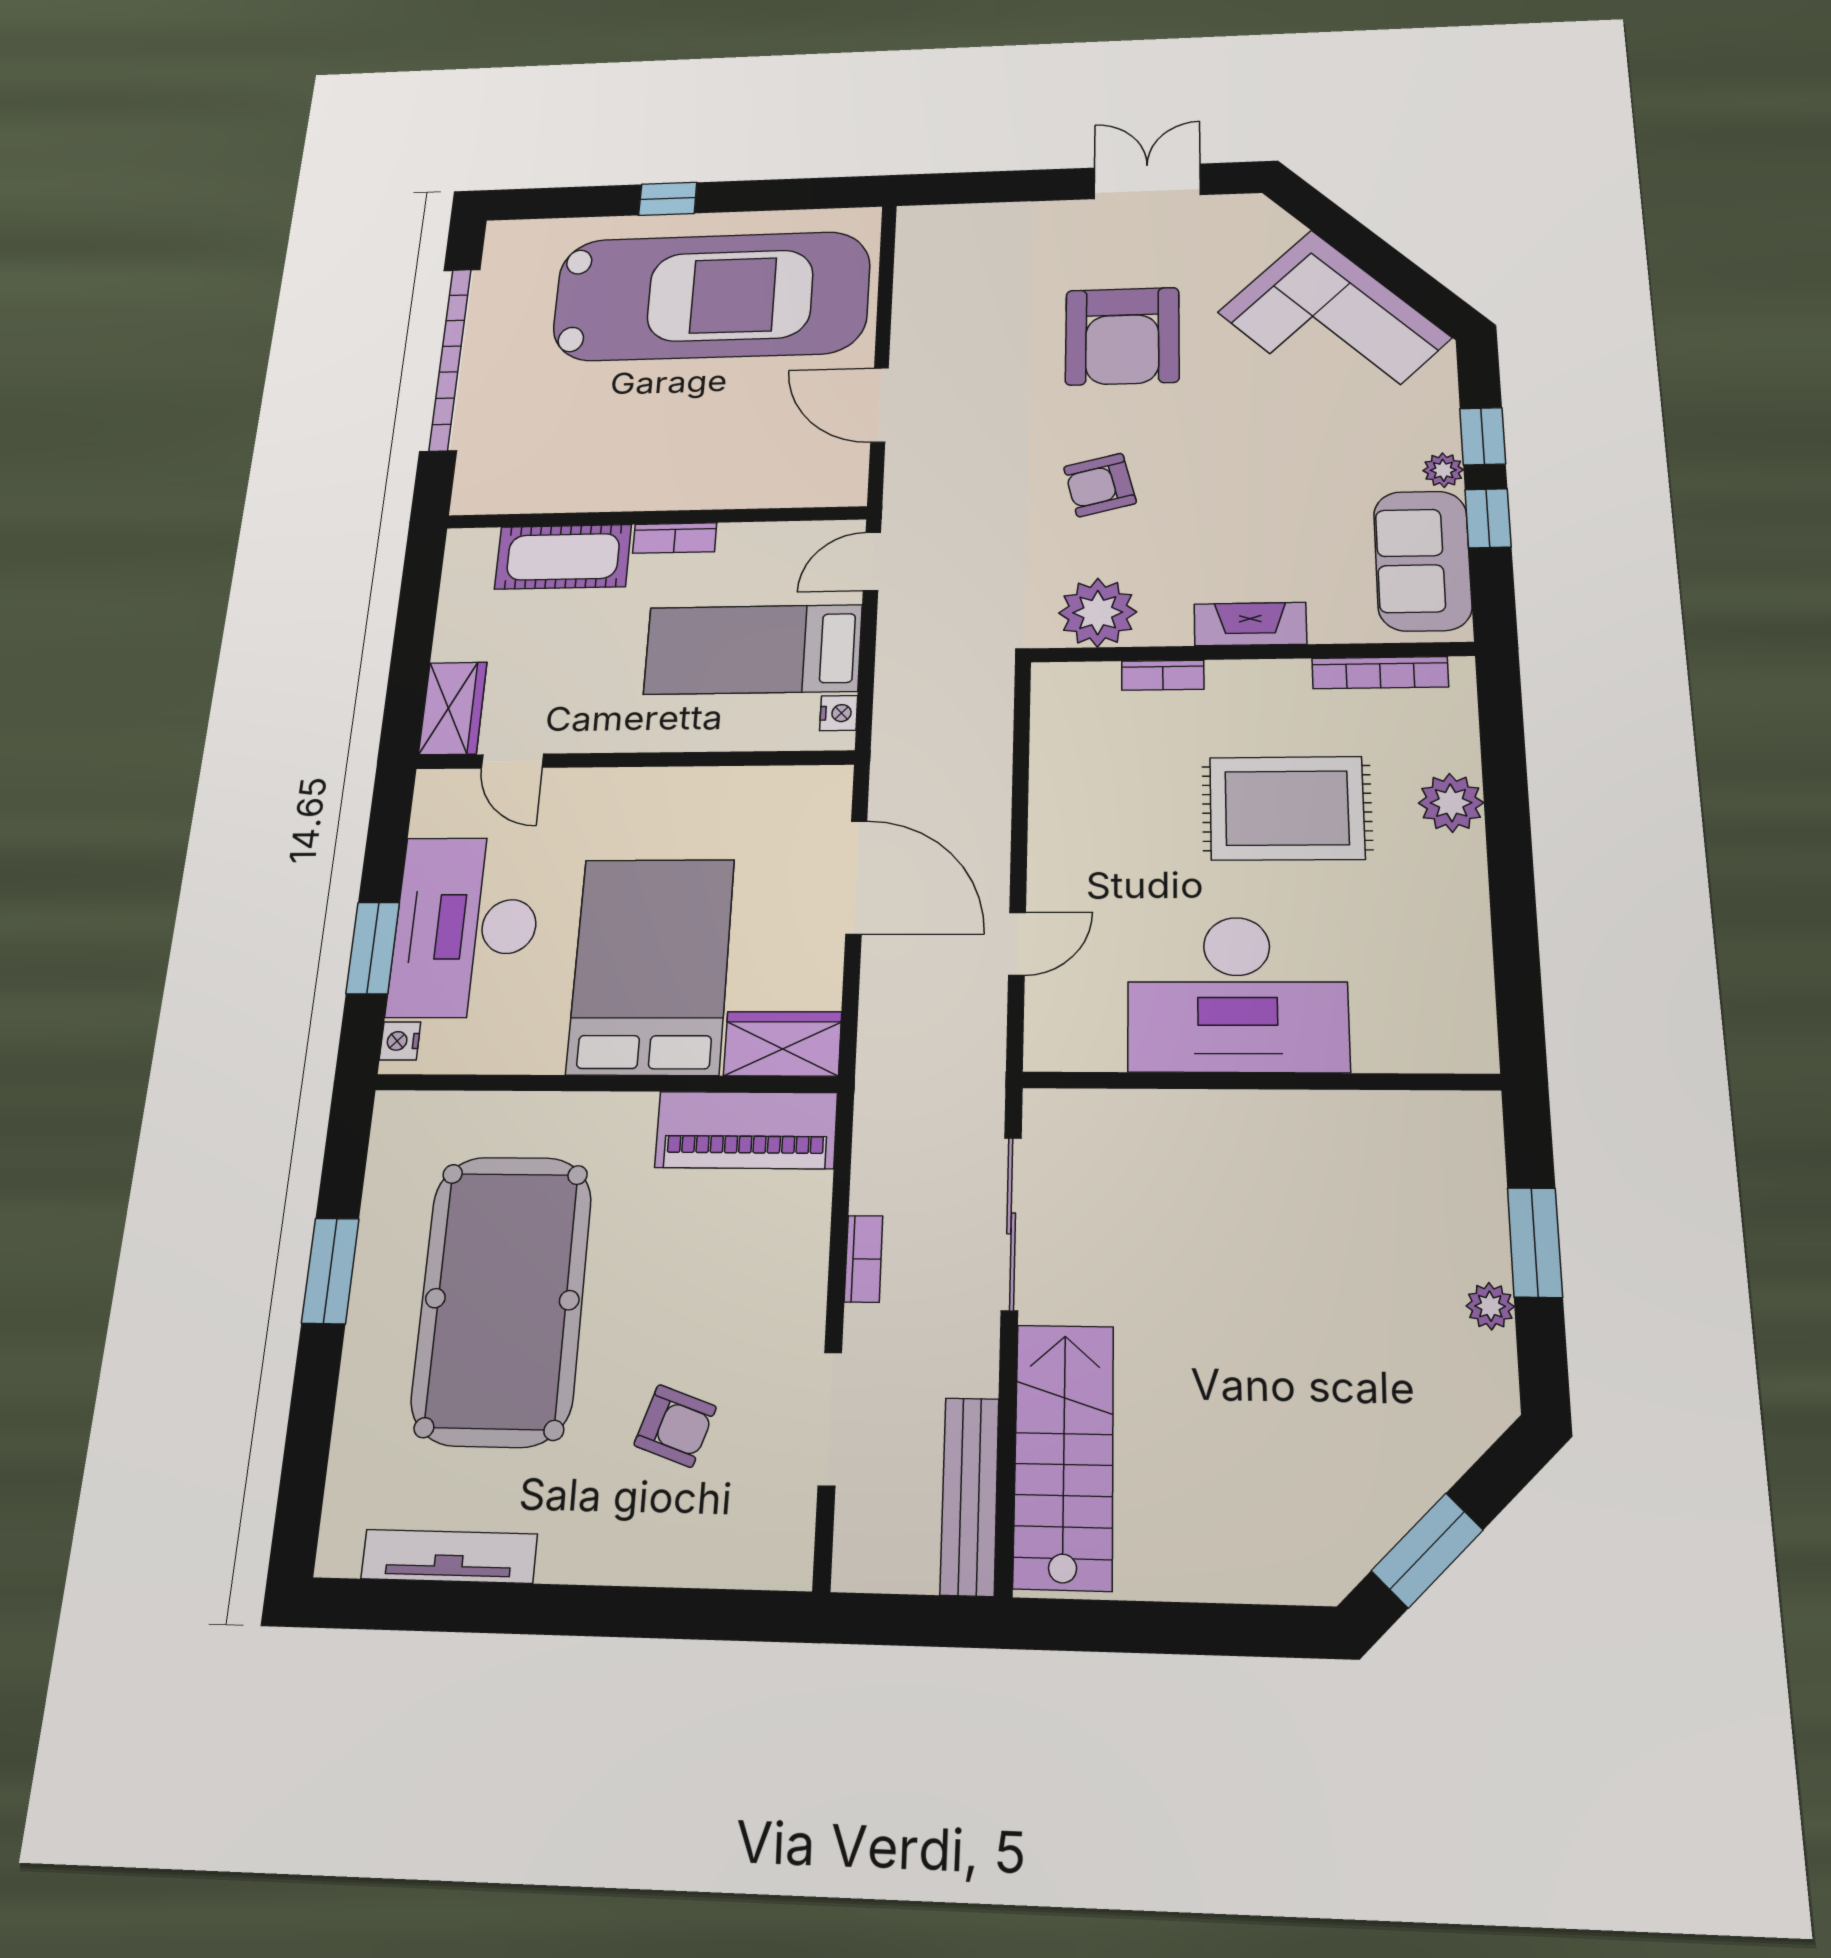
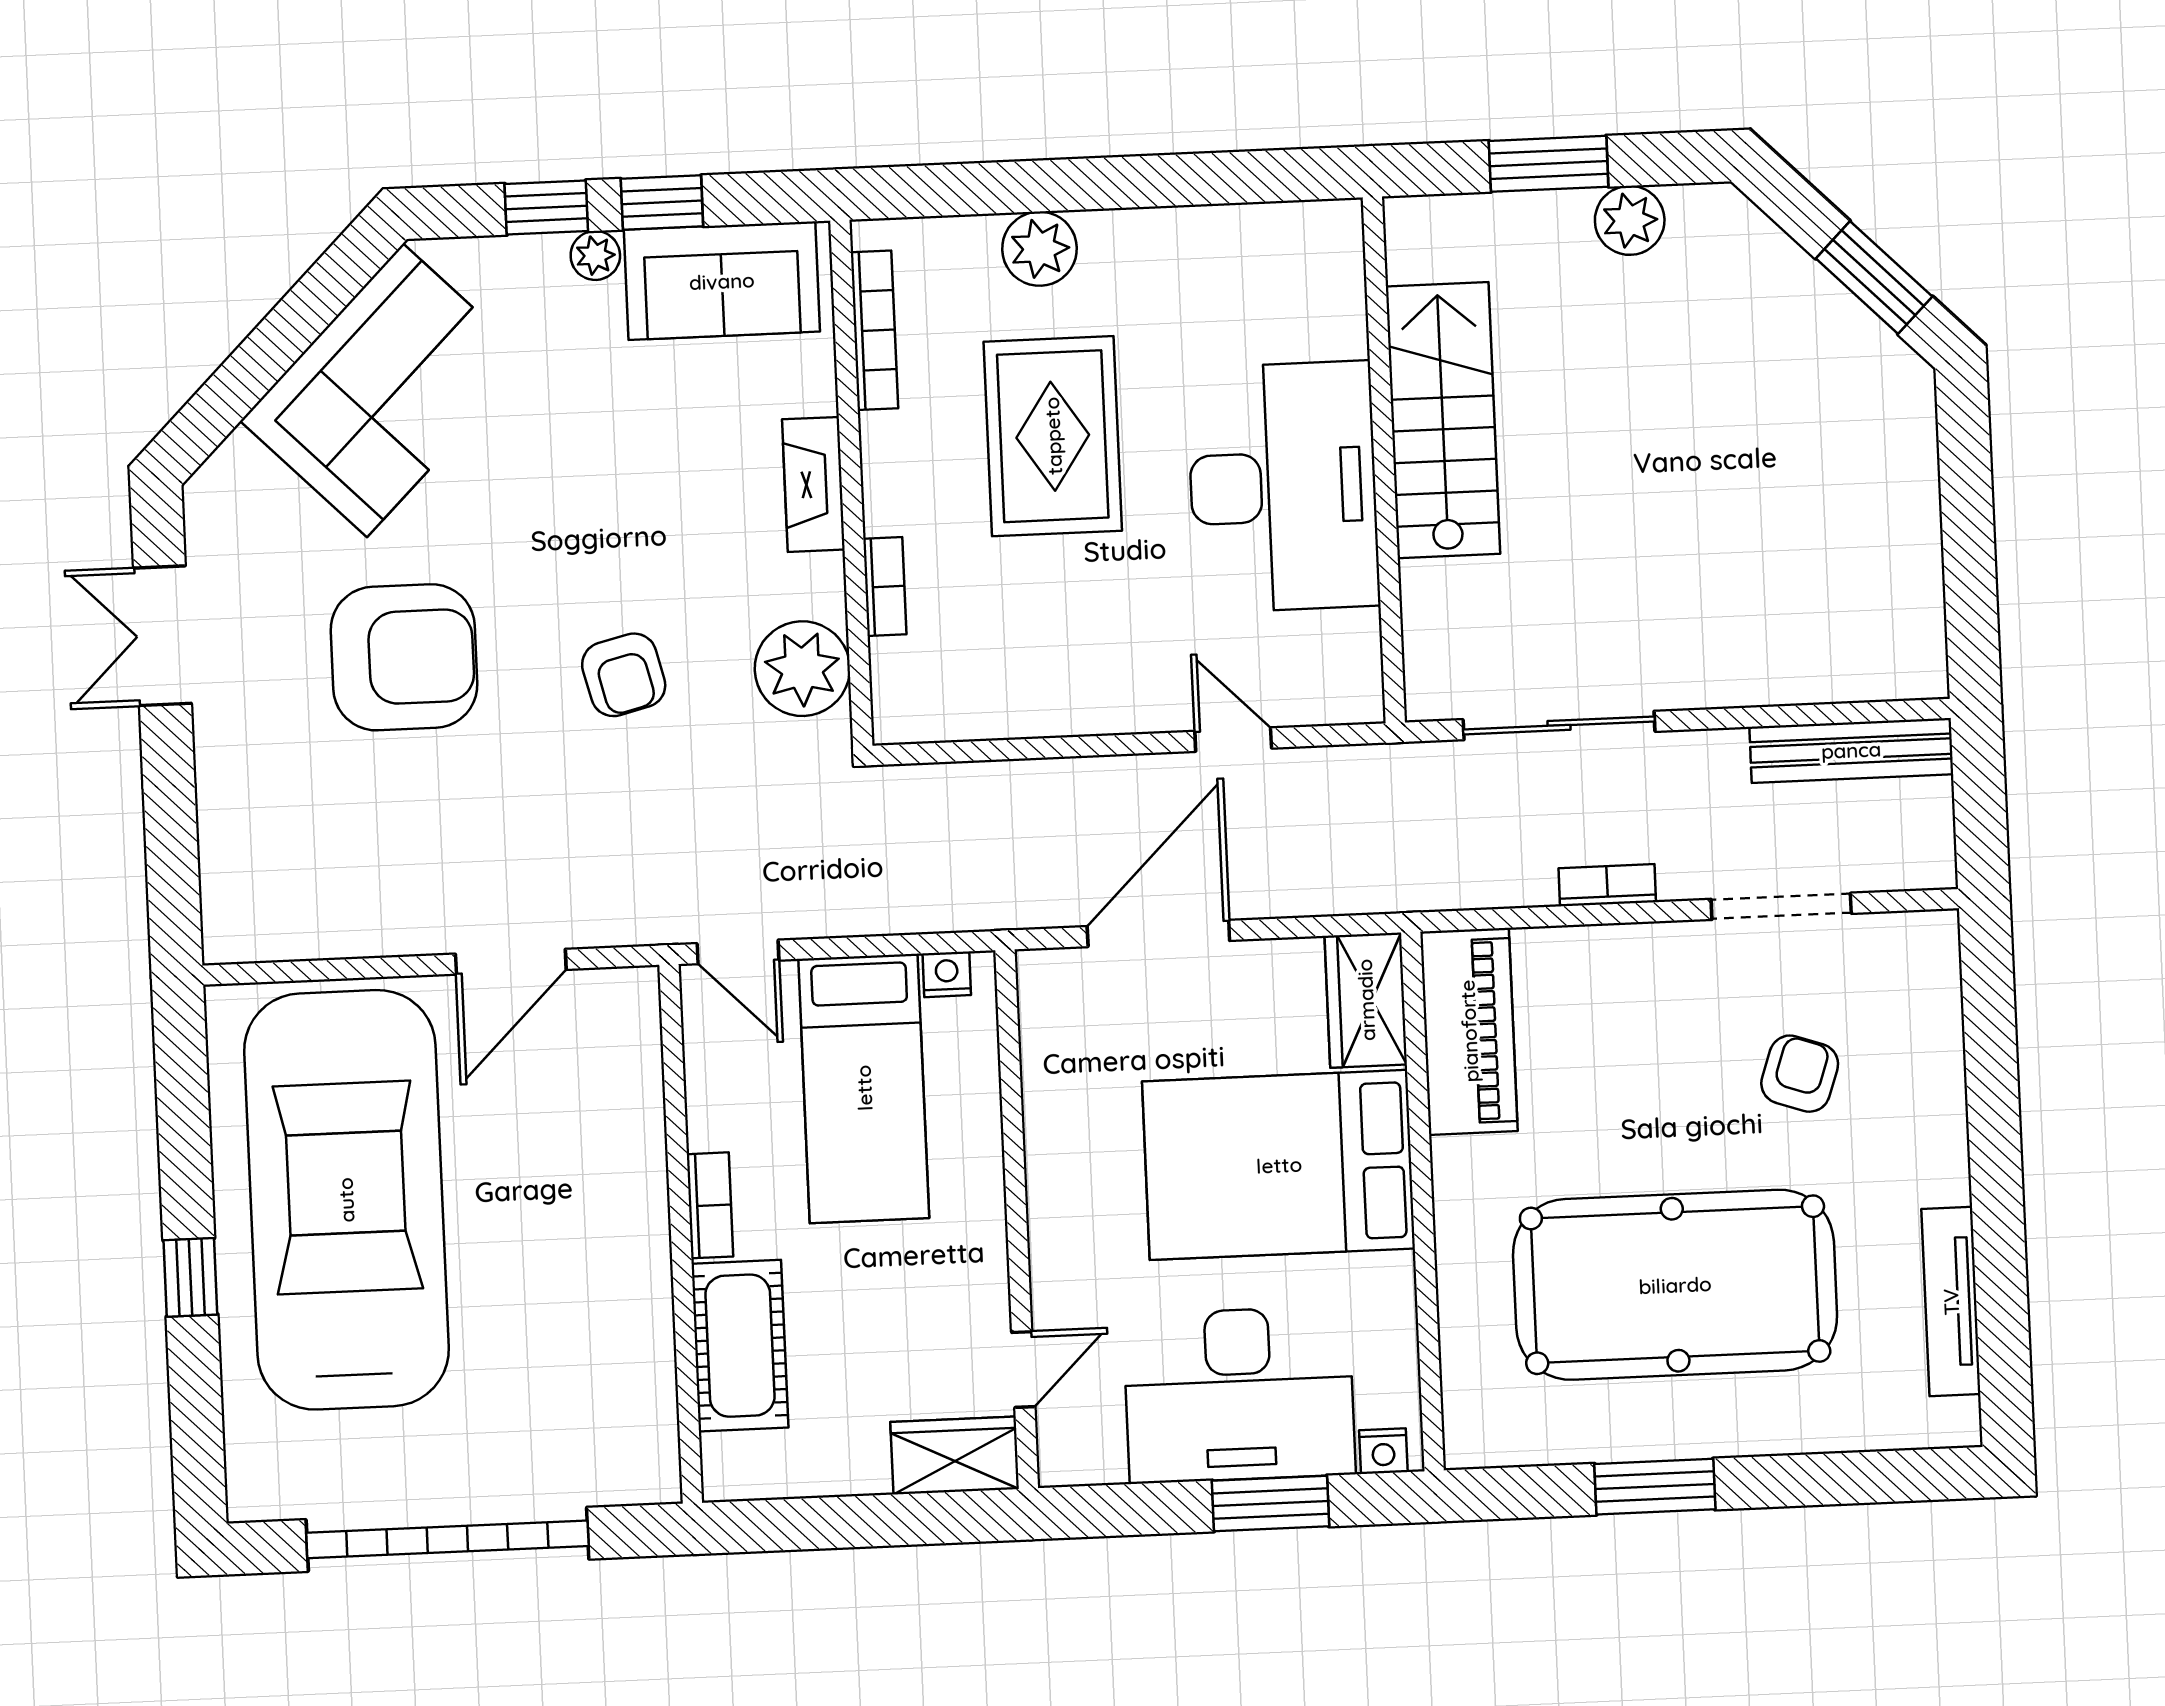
plant: (1490, 1306) -> (1630, 220), width x1.38, depth x1.38
stairs: (1064, 1456) -> (1443, 420), moved, turned 90

